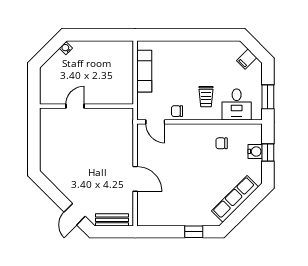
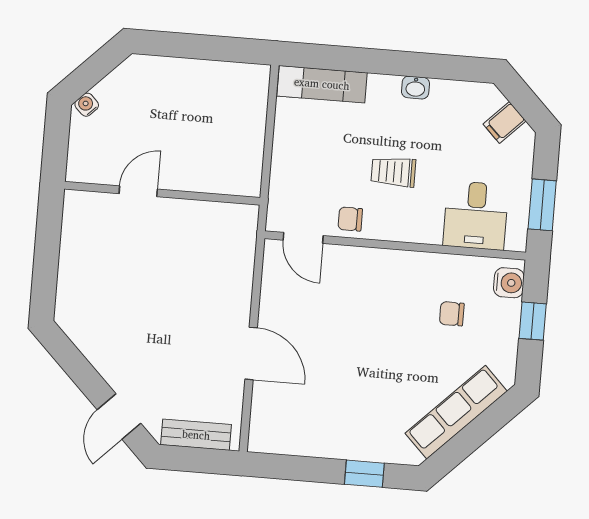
washbasin: (203, 46) -> (415, 88), added
water cooler: (66, 48) -> (87, 105), moved
exam couch: (144, 71) -> (322, 84), moved, turned 90
trolley: (206, 97) -> (393, 172), moved, turned 90
chair: (222, 143) -> (452, 314), moved
water cooler: (255, 151) -> (509, 283), moved

